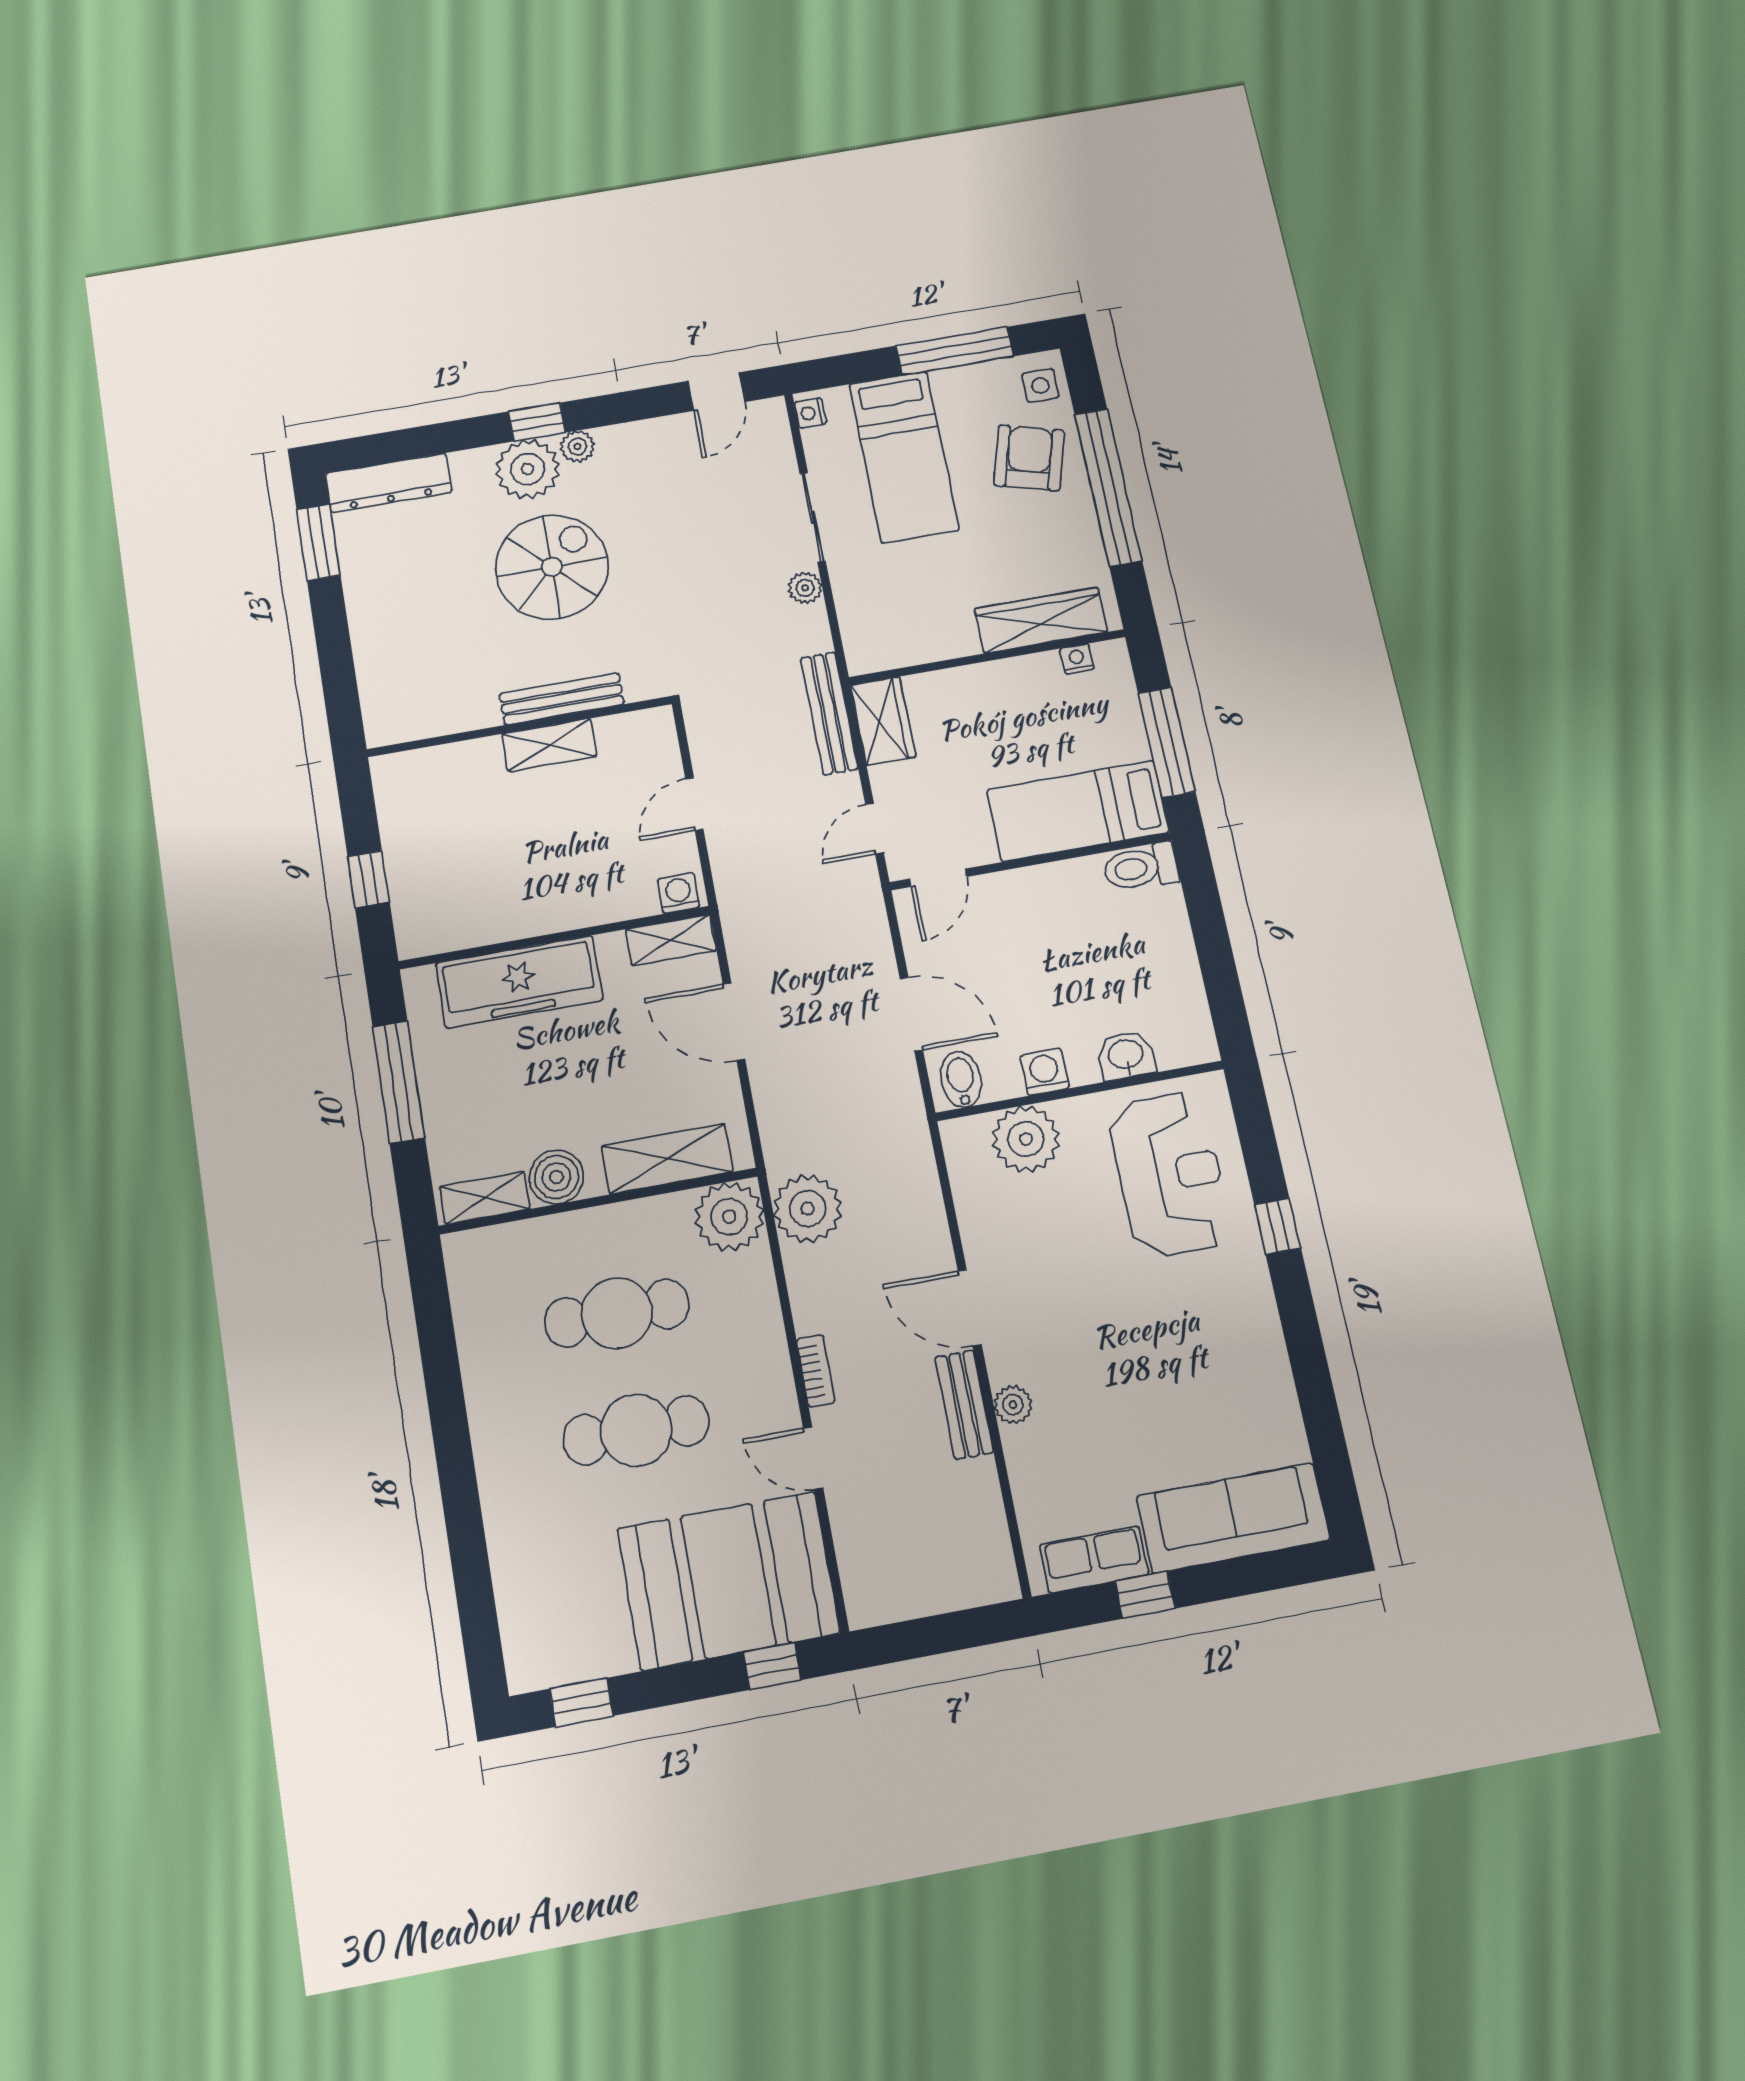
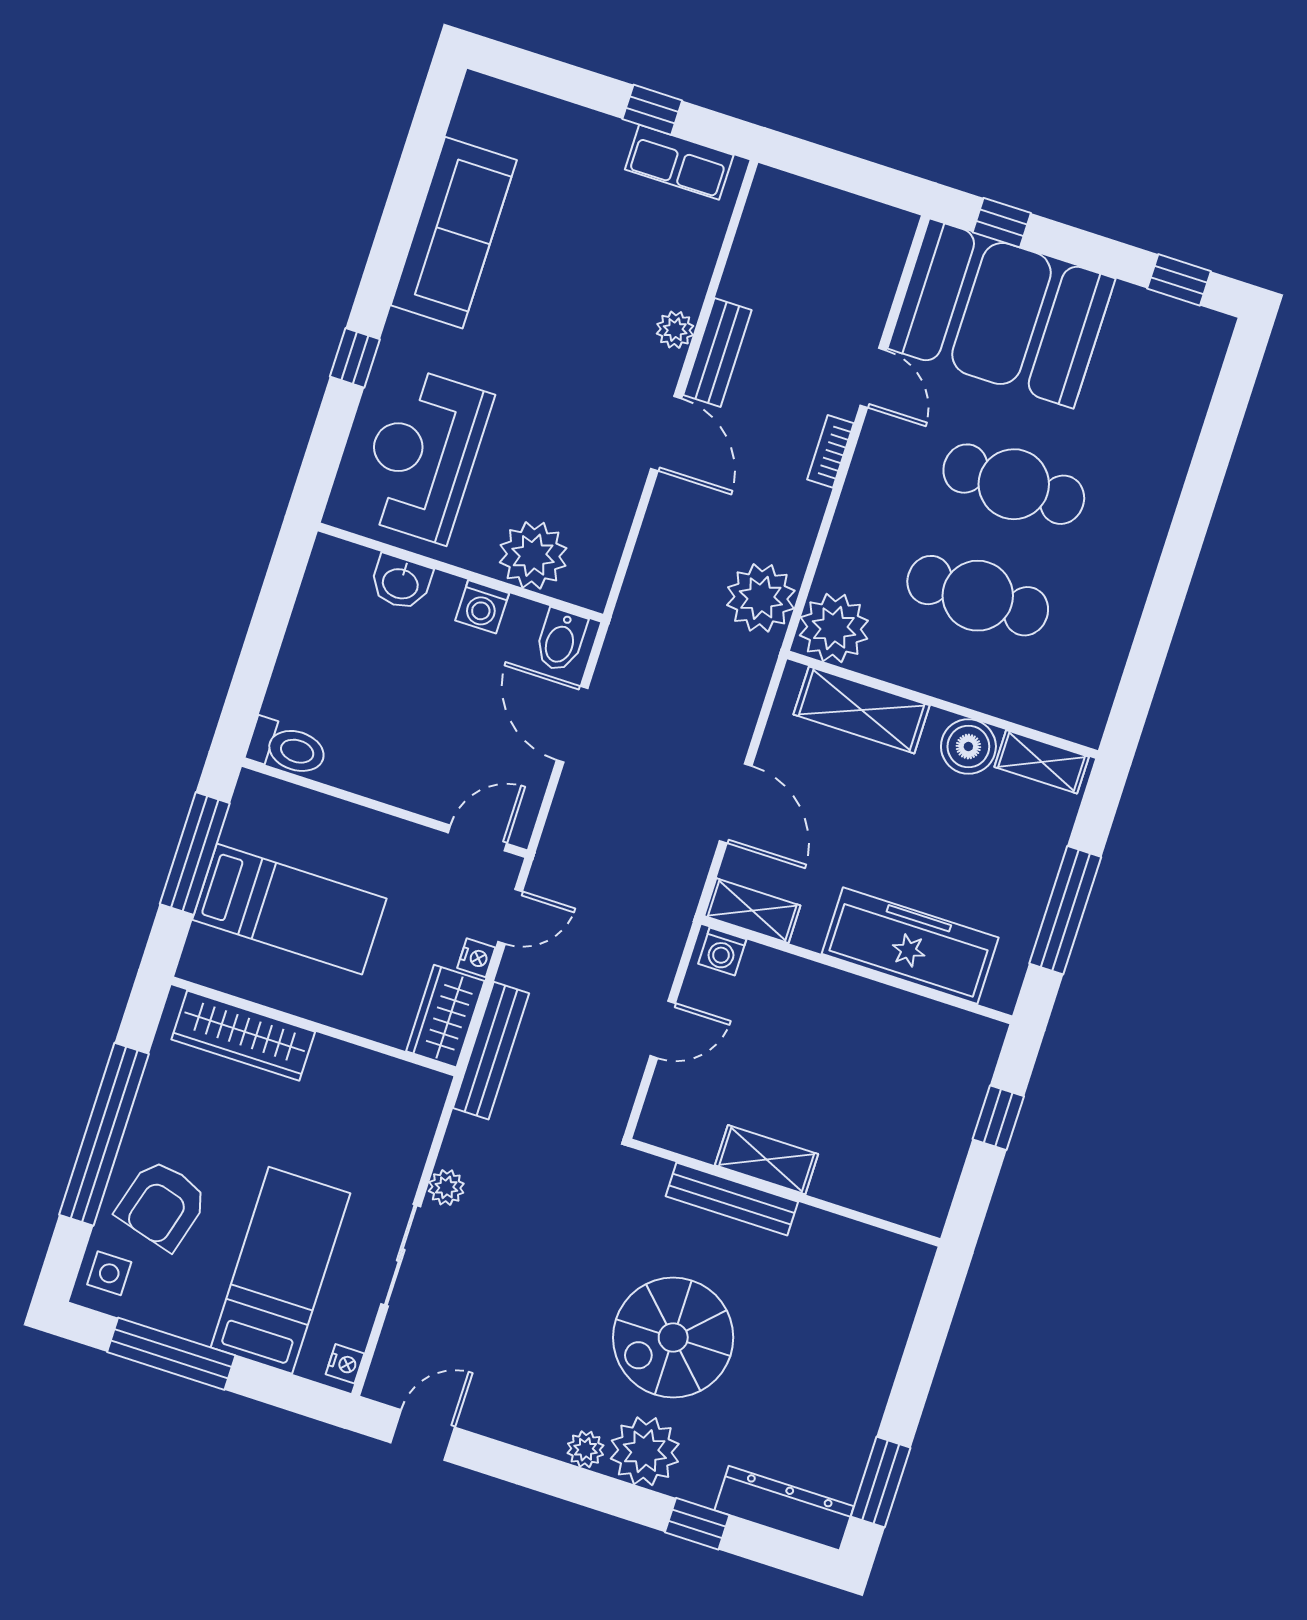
window: (537, 422) -> (697, 1524), moved
nightstand: (1077, 659) -> (476, 958), moved, turned -90
bed: (1078, 811) -> (289, 909), moved
sofa: (1233, 1518) -> (454, 233), moved, turned -90

